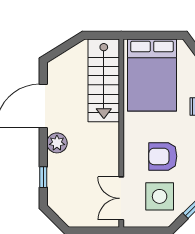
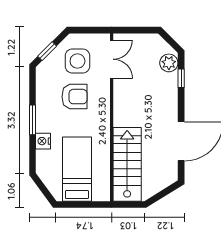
bed: (152, 75) -> (77, 169), width x0.67
plant: (57, 143) -> (169, 63), moved

